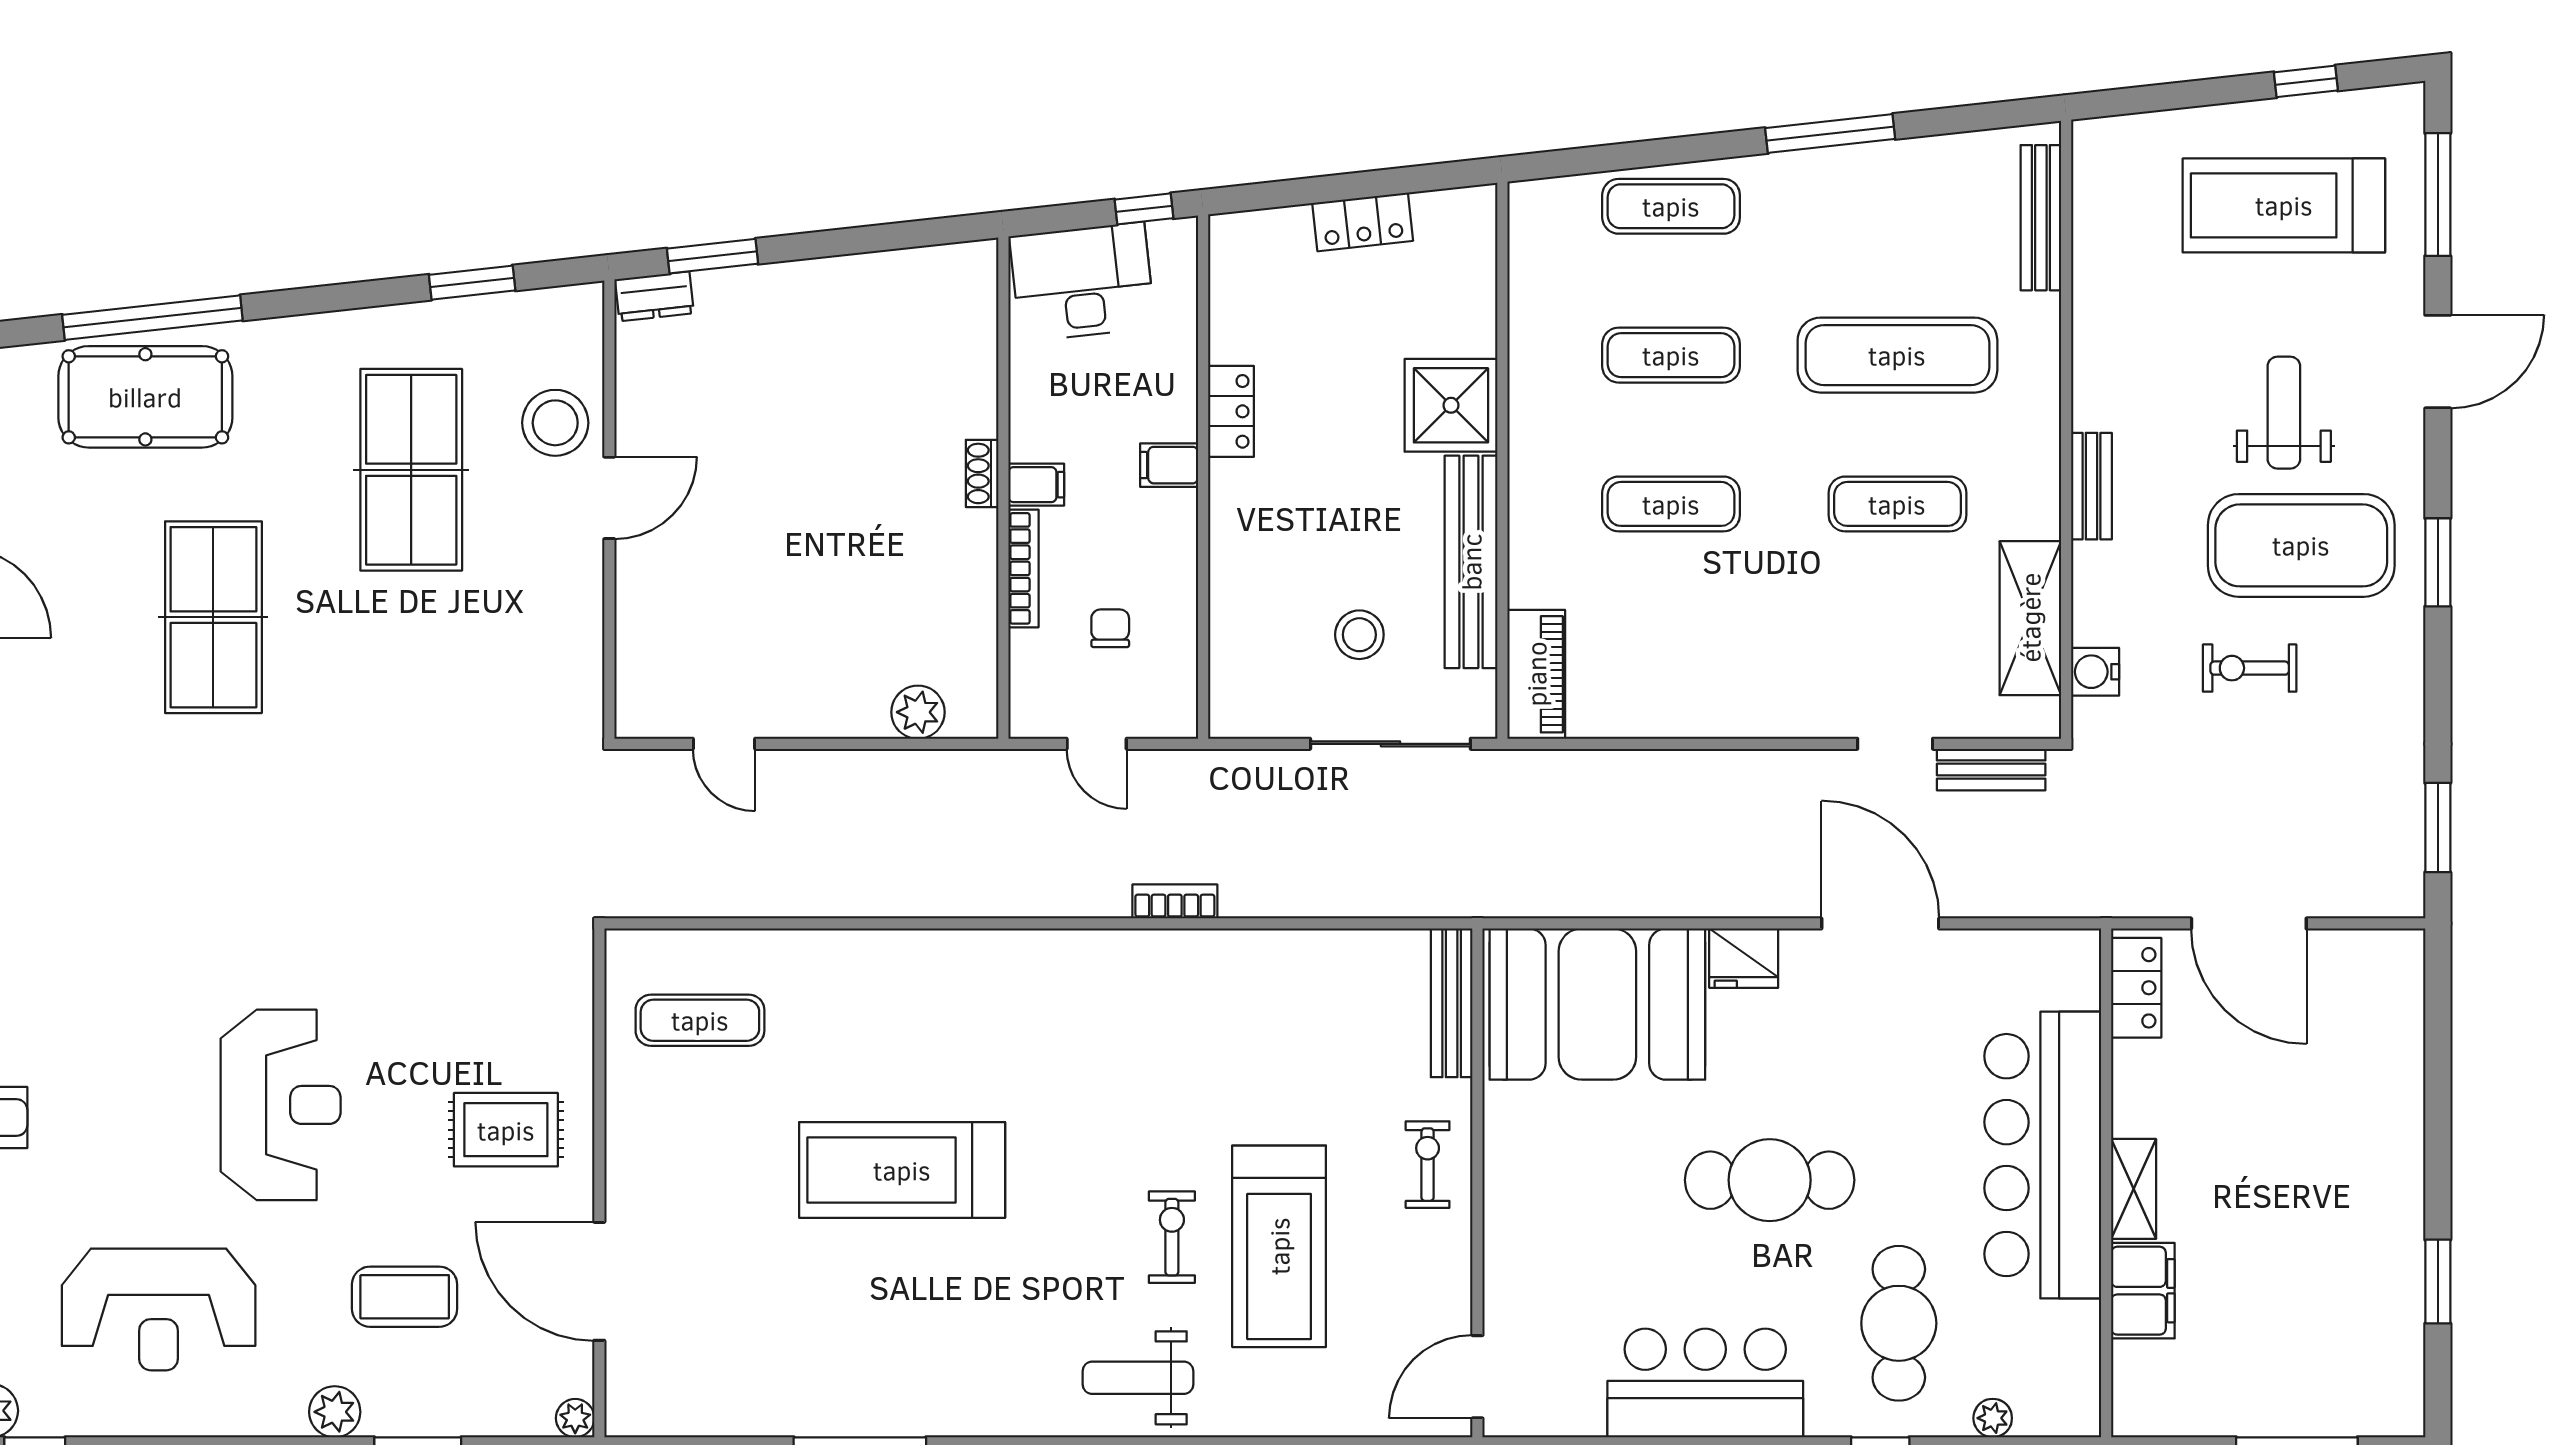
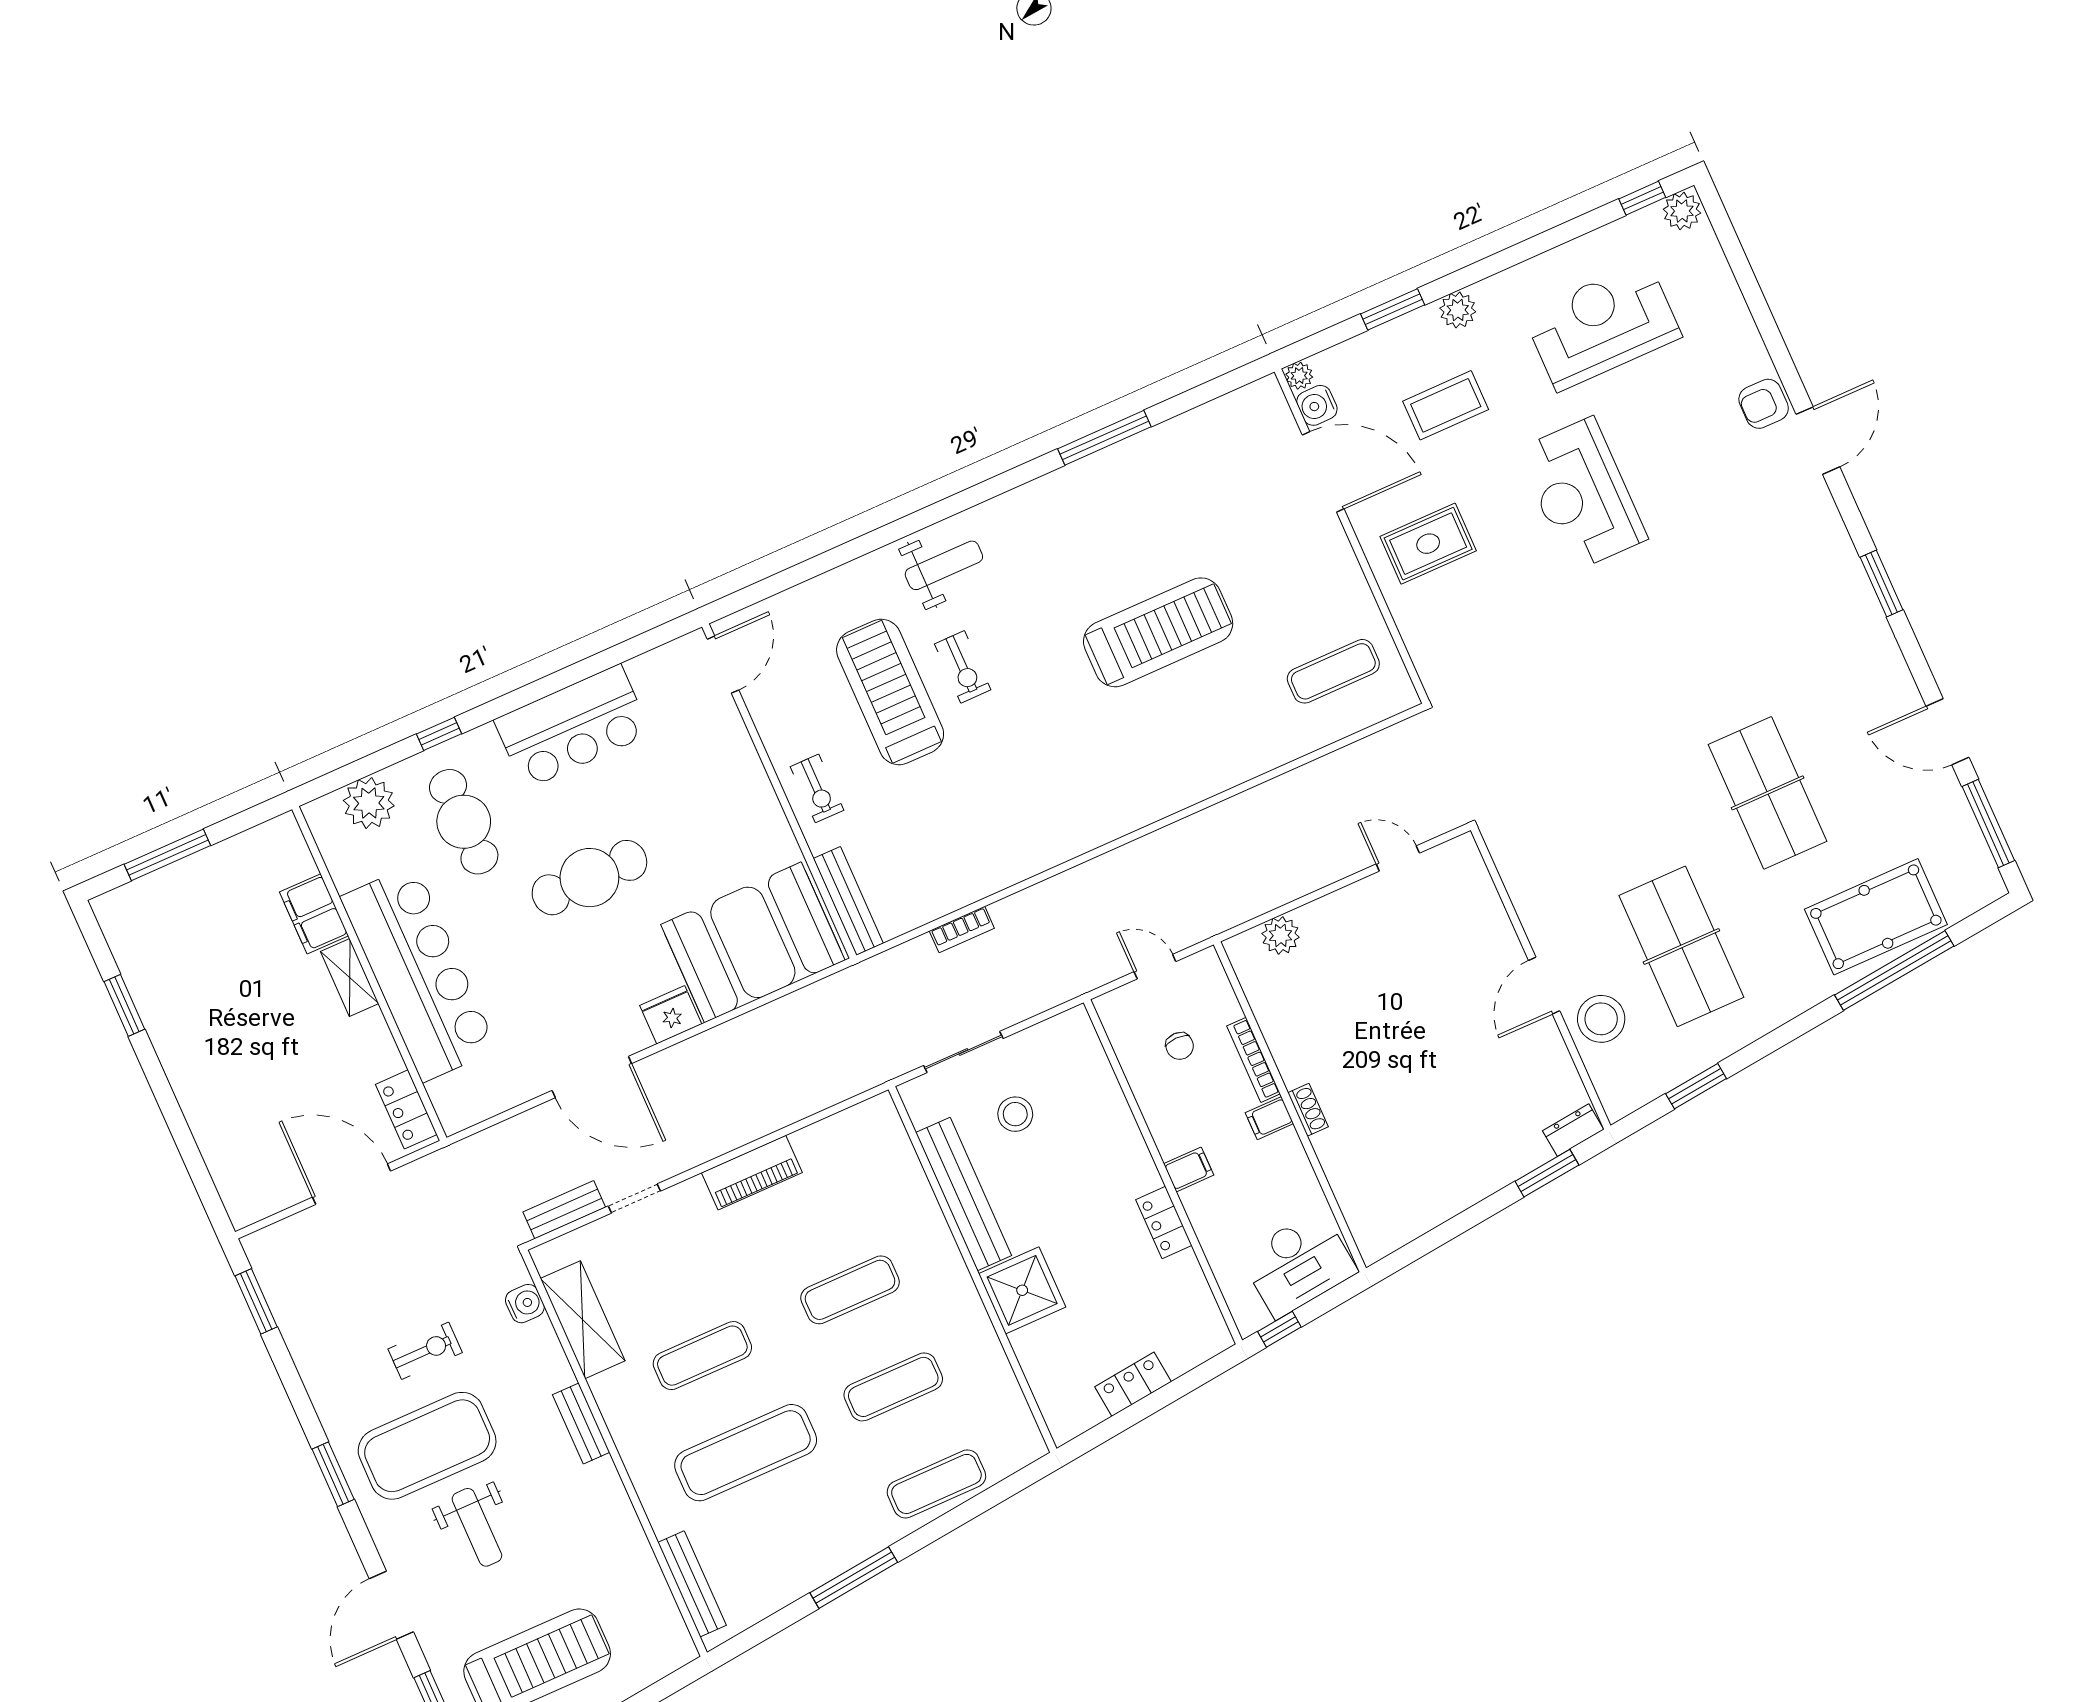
piano: (1536, 674) -> (752, 1173), moved, turned -90
sliding door: (1390, 744) -> (963, 1052), width x0.73
bookcase: (1175, 901) -> (962, 930), moved
water cooler: (569, 1370) -> (1317, 405), added
plant: (1993, 1418) -> (369, 803), width x1.88, depth x1.88

